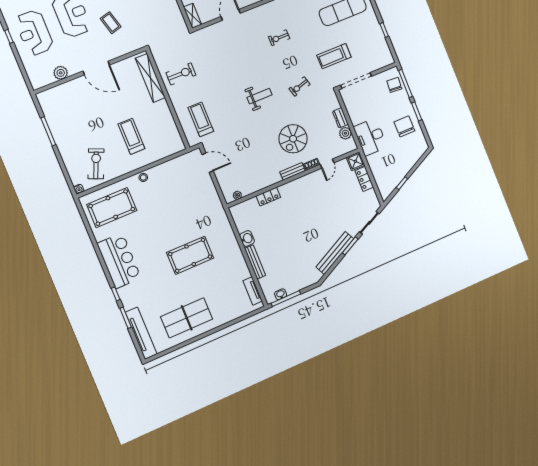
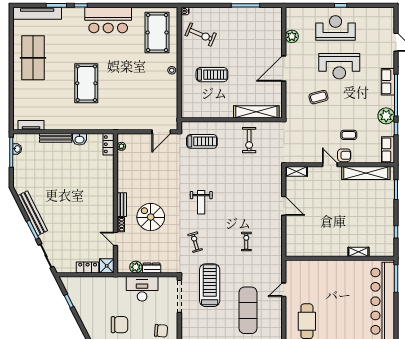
treadmill: (334, 56) -> (210, 285), width x1.37, depth x1.38
desk: (370, 137) -> (142, 289), moved
locker: (268, 197) -> (108, 144), moved

